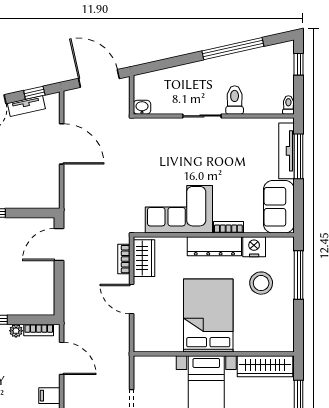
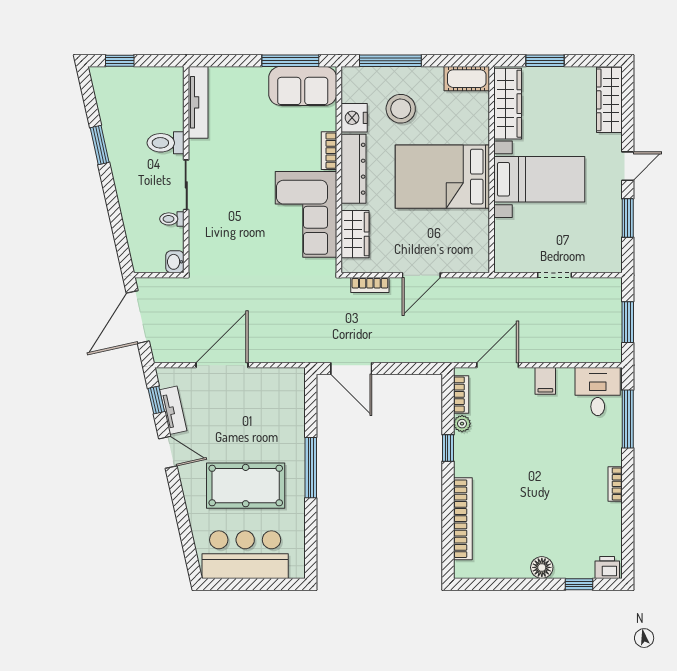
window: (233, 49) -> (100, 145), width x0.47
toilet: (288, 105) -> (172, 219), moved
tv unit: (287, 151) -> (198, 102), moved, turned -90
window: (299, 156) -> (290, 61), moved
wardrobe: (144, 258) -> (355, 234), moved, turned 90
cot: (285, 334) -> (467, 79), added

